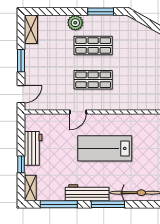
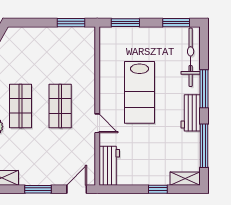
door: (21, 94) -> (77, 189), hinge flipped
workbench: (33, 148) -> (109, 166), moved, turned 90
workbench: (87, 193) -> (191, 113), width x0.73

